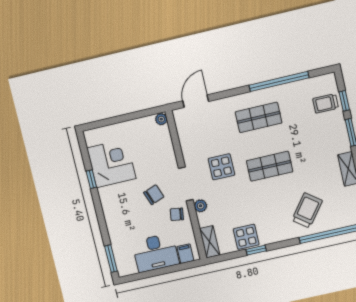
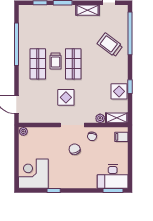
trolley: (326, 103) -> (55, 61), moved
corner desk: (111, 163) -> (33, 174), moved
plant: (201, 206) -> (100, 118), moved
desk: (156, 253) -> (113, 176), moved, turned 90

